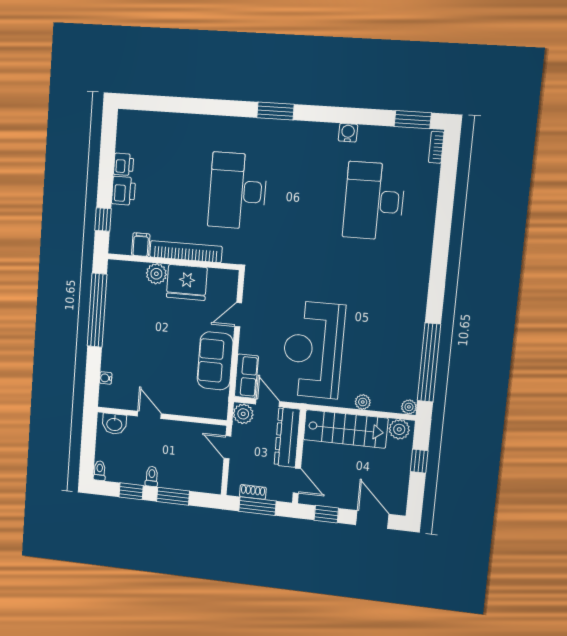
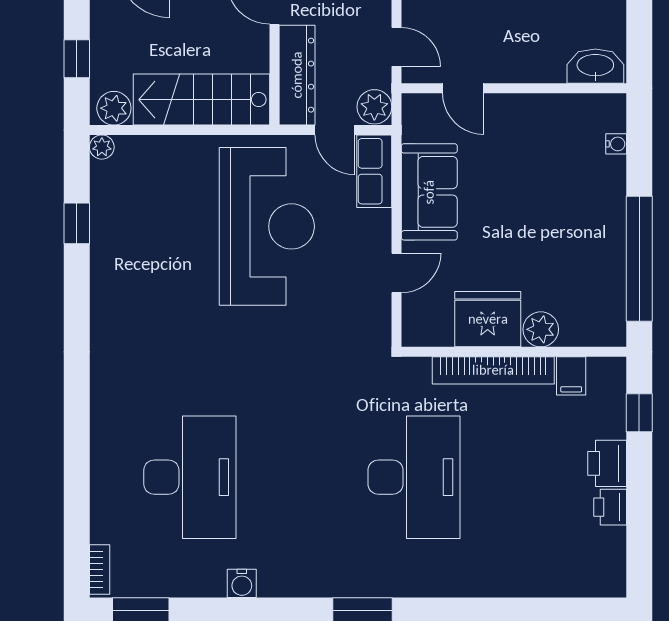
window: (429, 362) -> (77, 223), width x0.32
plant: (363, 402) -> (178, 147), removed
door: (149, 415) -> (463, 88), moved
washbasin: (114, 424) -> (595, 66), width x1.38

